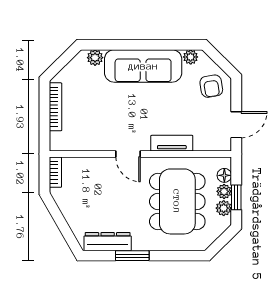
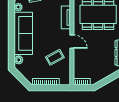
coffee table: (100, 123) -> (55, 57), added
door: (128, 154) -> (72, 42), hinge flipped

